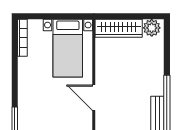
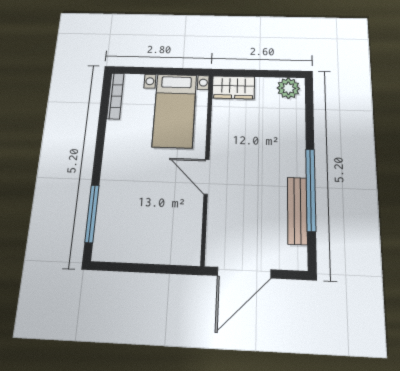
wardrobe: (119, 28) -> (233, 87), width x0.67

